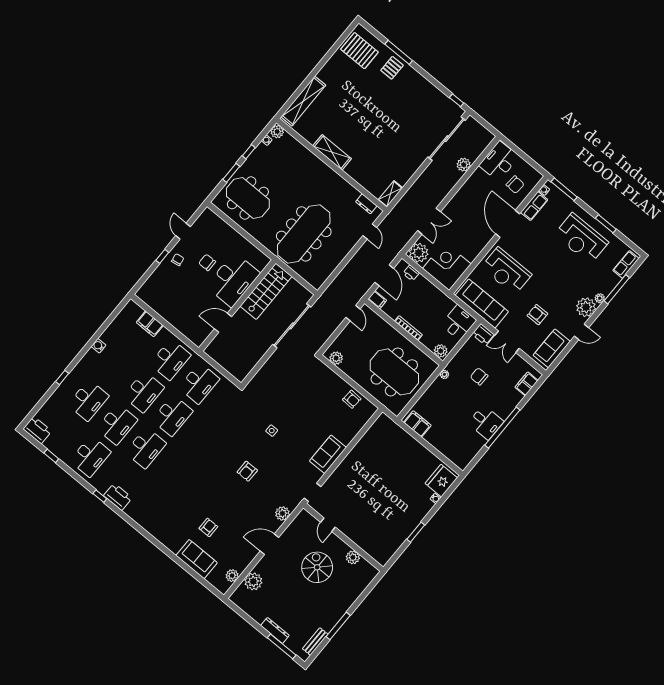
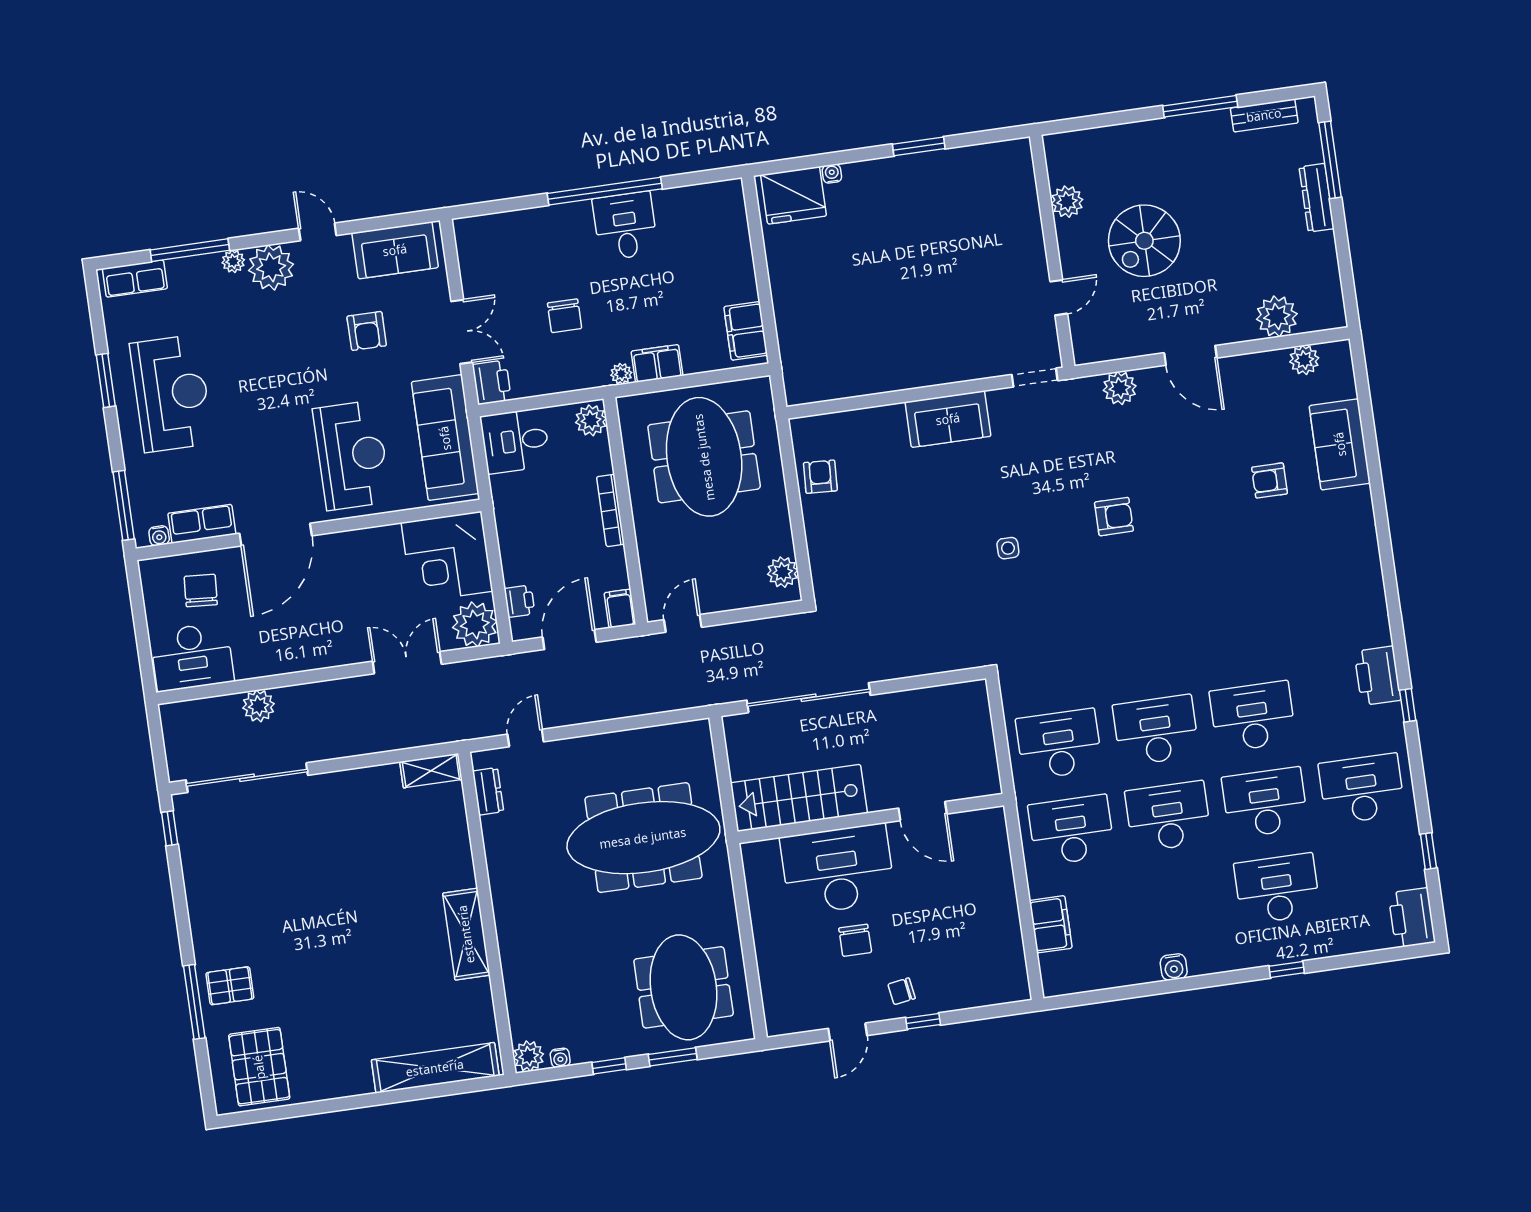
filing cabinet: (526, 384) -> (657, 363), moved, turned 180

